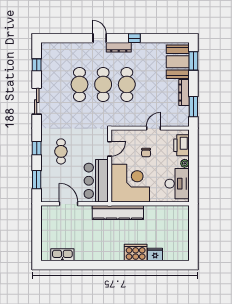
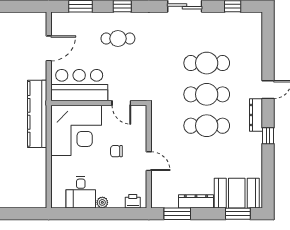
printer: (181, 145) -> (133, 201), width x0.53, depth x0.68
desk: (177, 184) -> (81, 192), width x0.73

